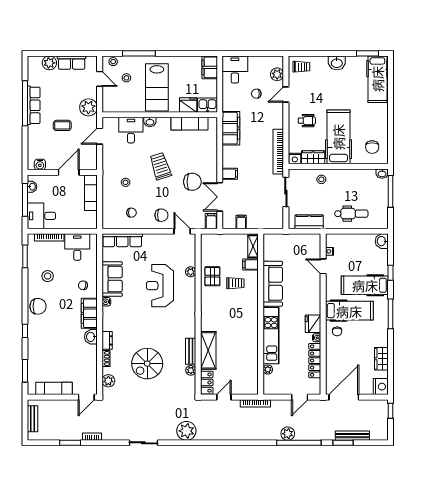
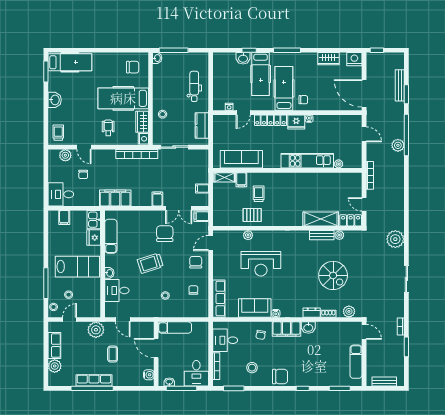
filing cabinet: (210, 67) -> (64, 218), width x0.50
washbasin: (382, 241) -> (243, 58), moved
sofa: (273, 284) -> (241, 159), moved
chair: (38, 306) -> (280, 376), turned 90
locker: (315, 361) -> (271, 120), moved

